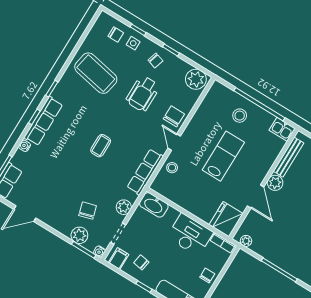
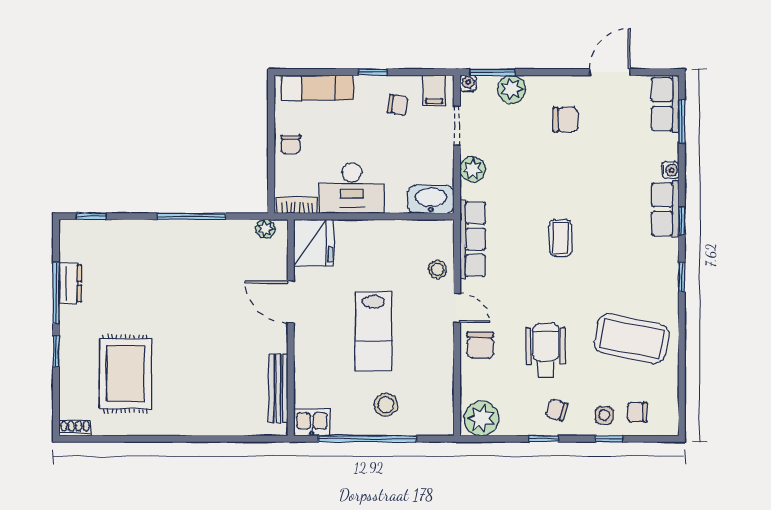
row of seats: (43, 121) -> (665, 209), width x0.68
plant: (275, 183) -> (275, 339), removed
chair: (88, 211) -> (565, 120), moved, turned -74

